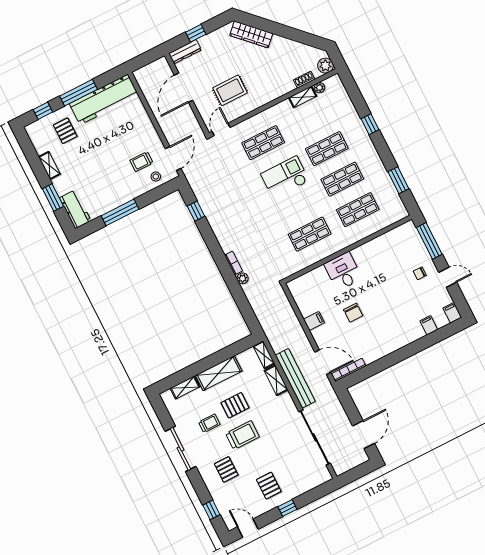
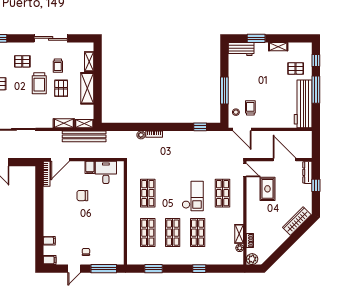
window: (120, 212) -> (224, 90), moved
desk: (343, 271) -> (106, 172), moved, turned -90
bench: (295, 378) -> (84, 136), moved

